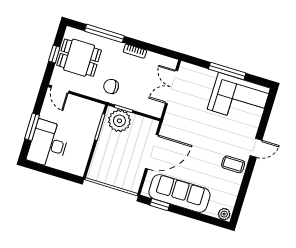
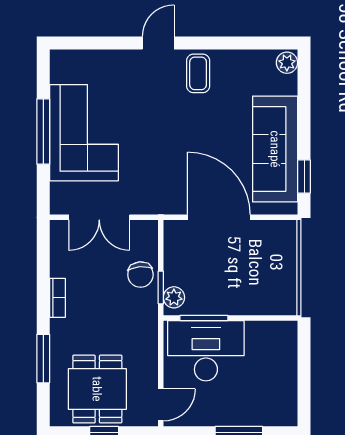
window: (104, 33) -> (43, 359), width x0.69
chair: (111, 86) -> (140, 275), moved
corner sofa: (239, 99) -> (84, 133), moved
plant: (119, 121) -> (174, 297), width x0.53, depth x0.53
desk: (48, 144) -> (206, 351), moved, turned 180
door: (256, 148) -> (158, 43), hinge flipped

